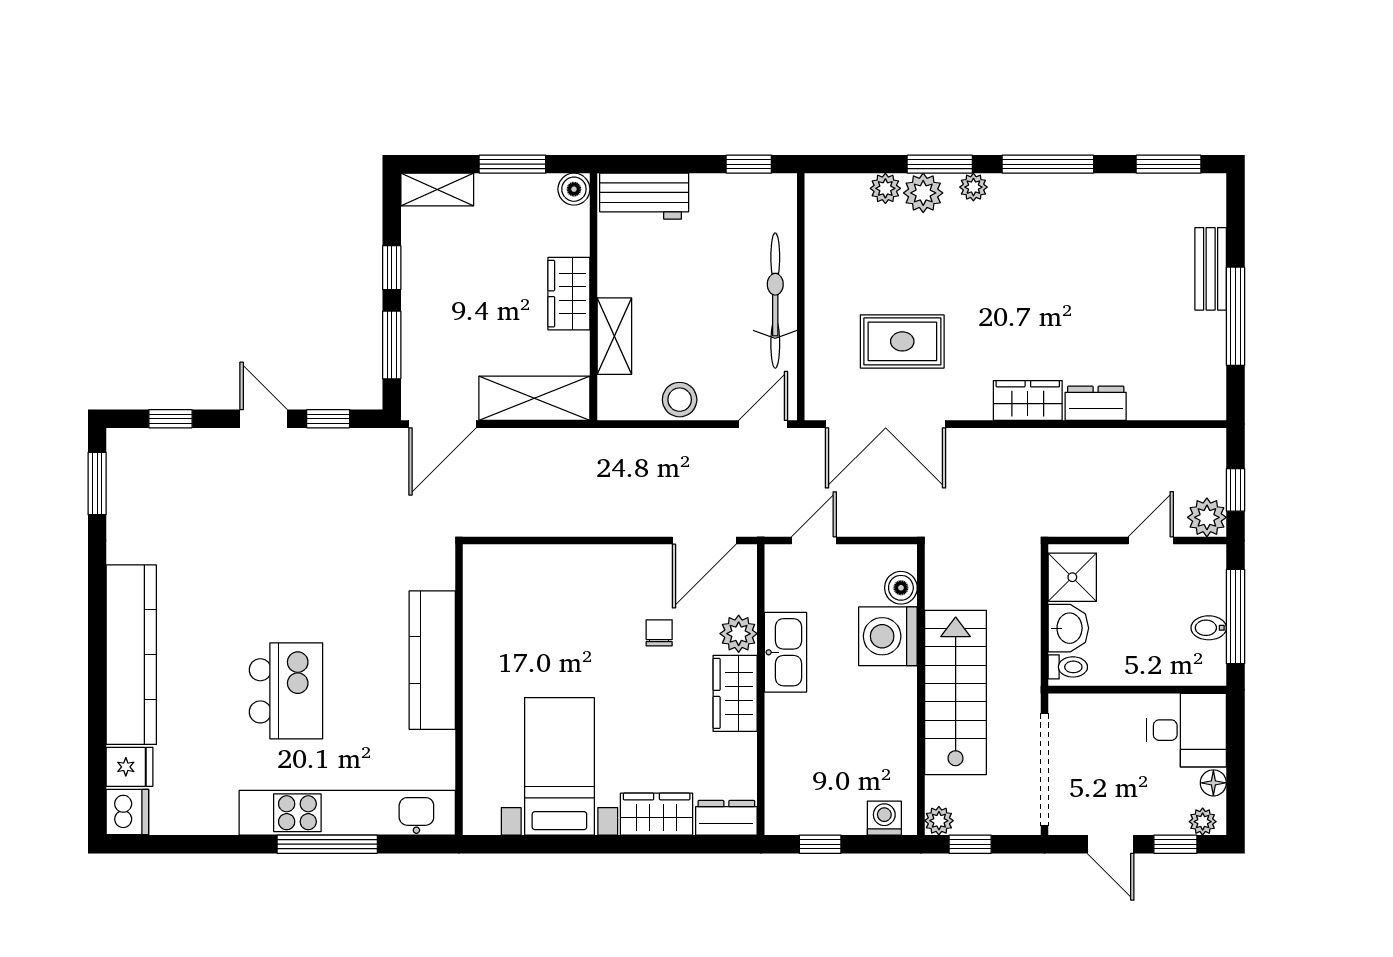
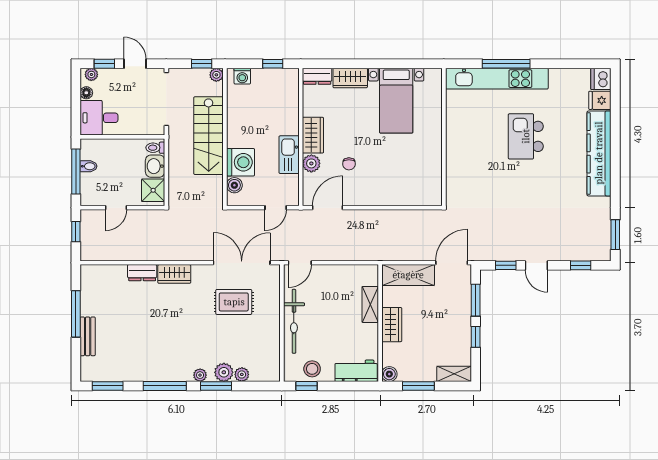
stool: (680, 400) -> (312, 369), moved
plant: (1207, 517) -> (89, 219), removed
kitchen counter: (432, 660) -> (456, 151), removed

